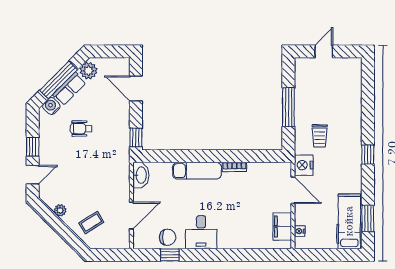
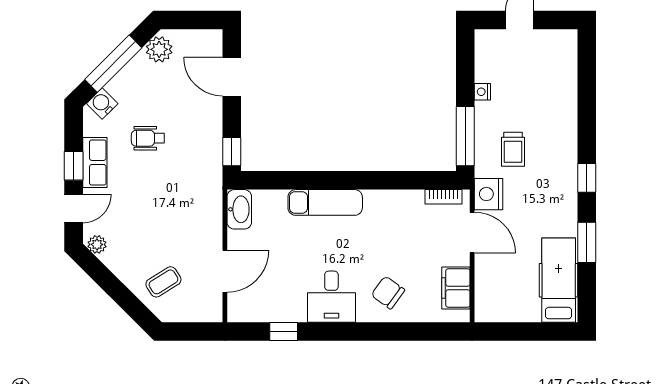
row of seats: (69, 89) -> (95, 162), moved, turned -45
window: (288, 107) -> (465, 136), moved
bookcase: (234, 167) -> (444, 197), moved
plant: (60, 210) -> (97, 244), moved
window: (368, 218) -> (587, 242), moved
nightstand: (300, 231) -> (482, 92), moved
chair: (168, 237) -> (388, 293), moved, turned -144

